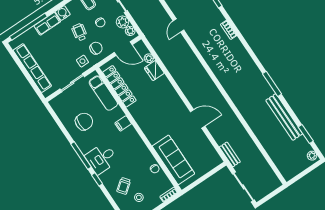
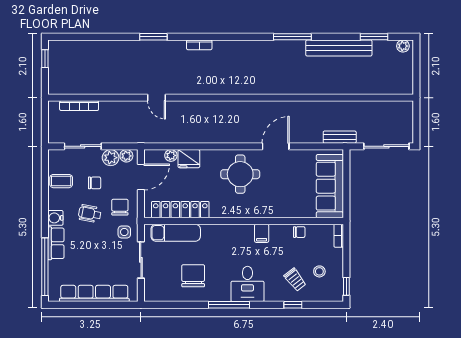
round table: (166, 109) -> (240, 174), added
filing cabinet: (123, 123) -> (262, 233), moved
sofa: (173, 160) -> (330, 186), moved, turned -90
window: (97, 179) -> (293, 305), moved

